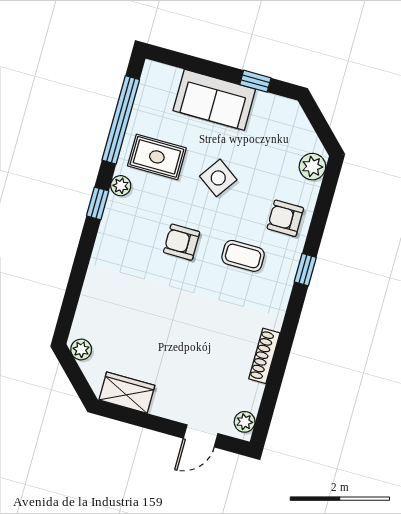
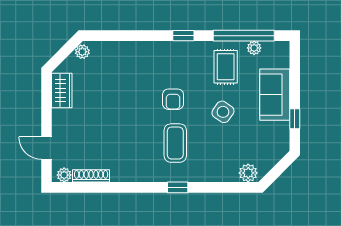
plant: (121, 186) -> (254, 48), moved
armchair: (285, 218) -> (208, 164), removed
armchair: (182, 242) -> (173, 99), turned 180
coffee table: (243, 256) -> (175, 143), width x1.36, depth x1.30
shoe rack: (264, 356) -> (91, 176), moved

